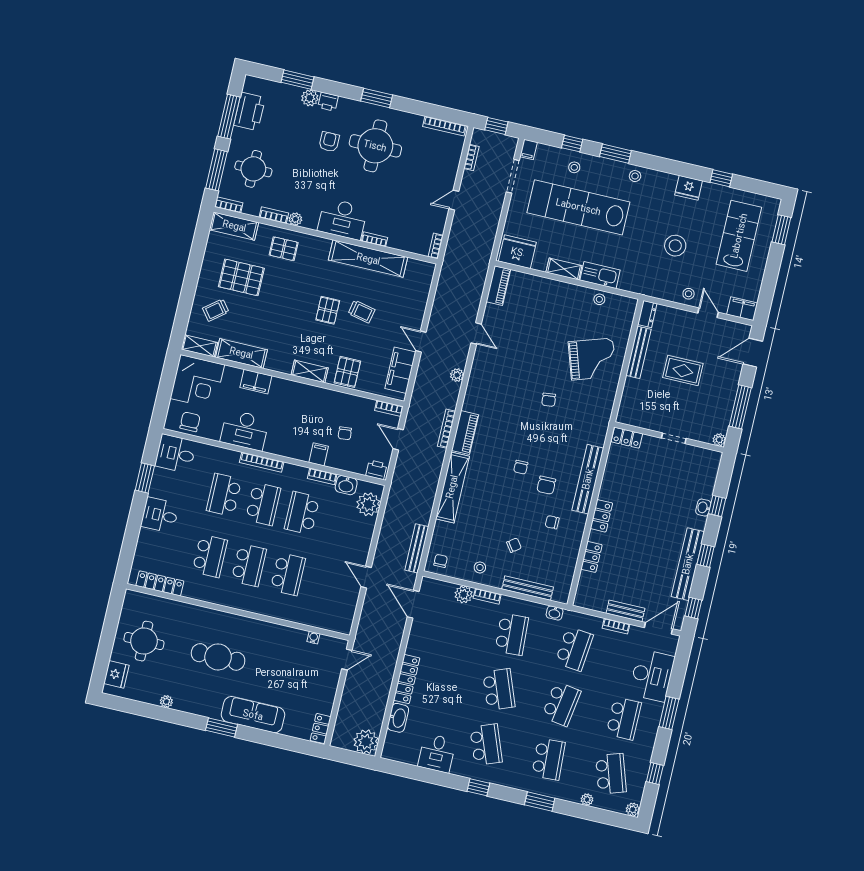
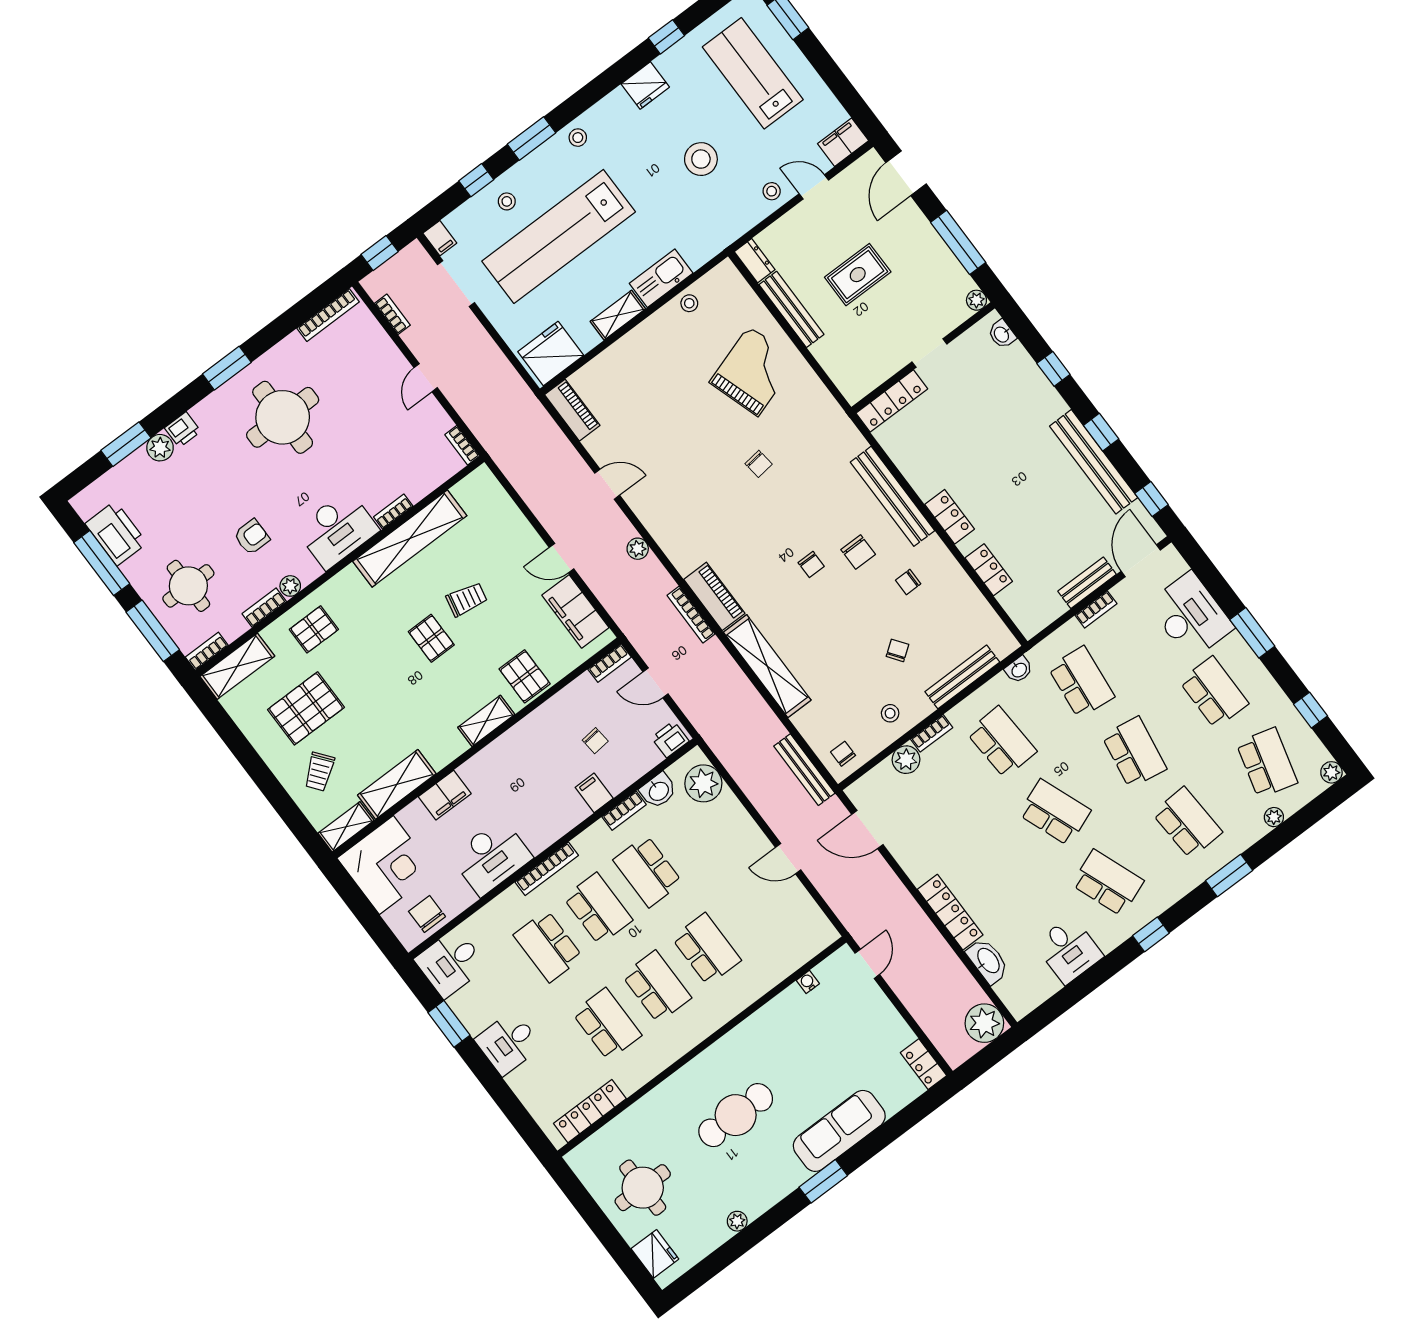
armchair: (329, 142) -> (252, 537), moved, turned 90
locker: (627, 438) -> (892, 401), width x1.53
washbasin: (703, 508) -> (1002, 334), moved
school desk: (611, 774) -> (1267, 763), turned 33

